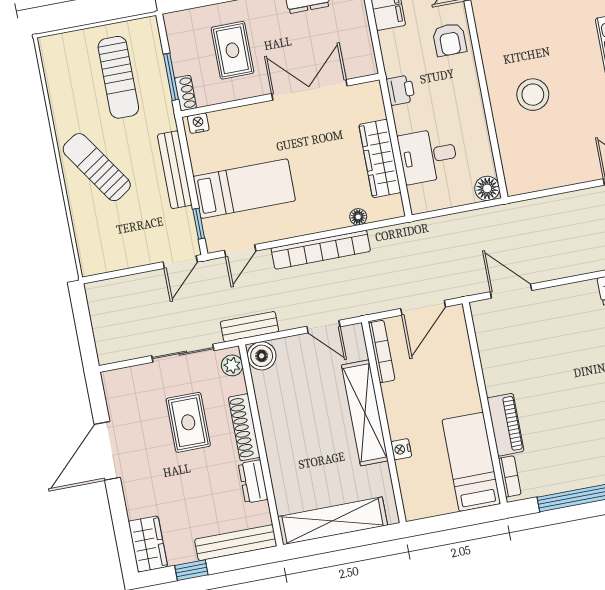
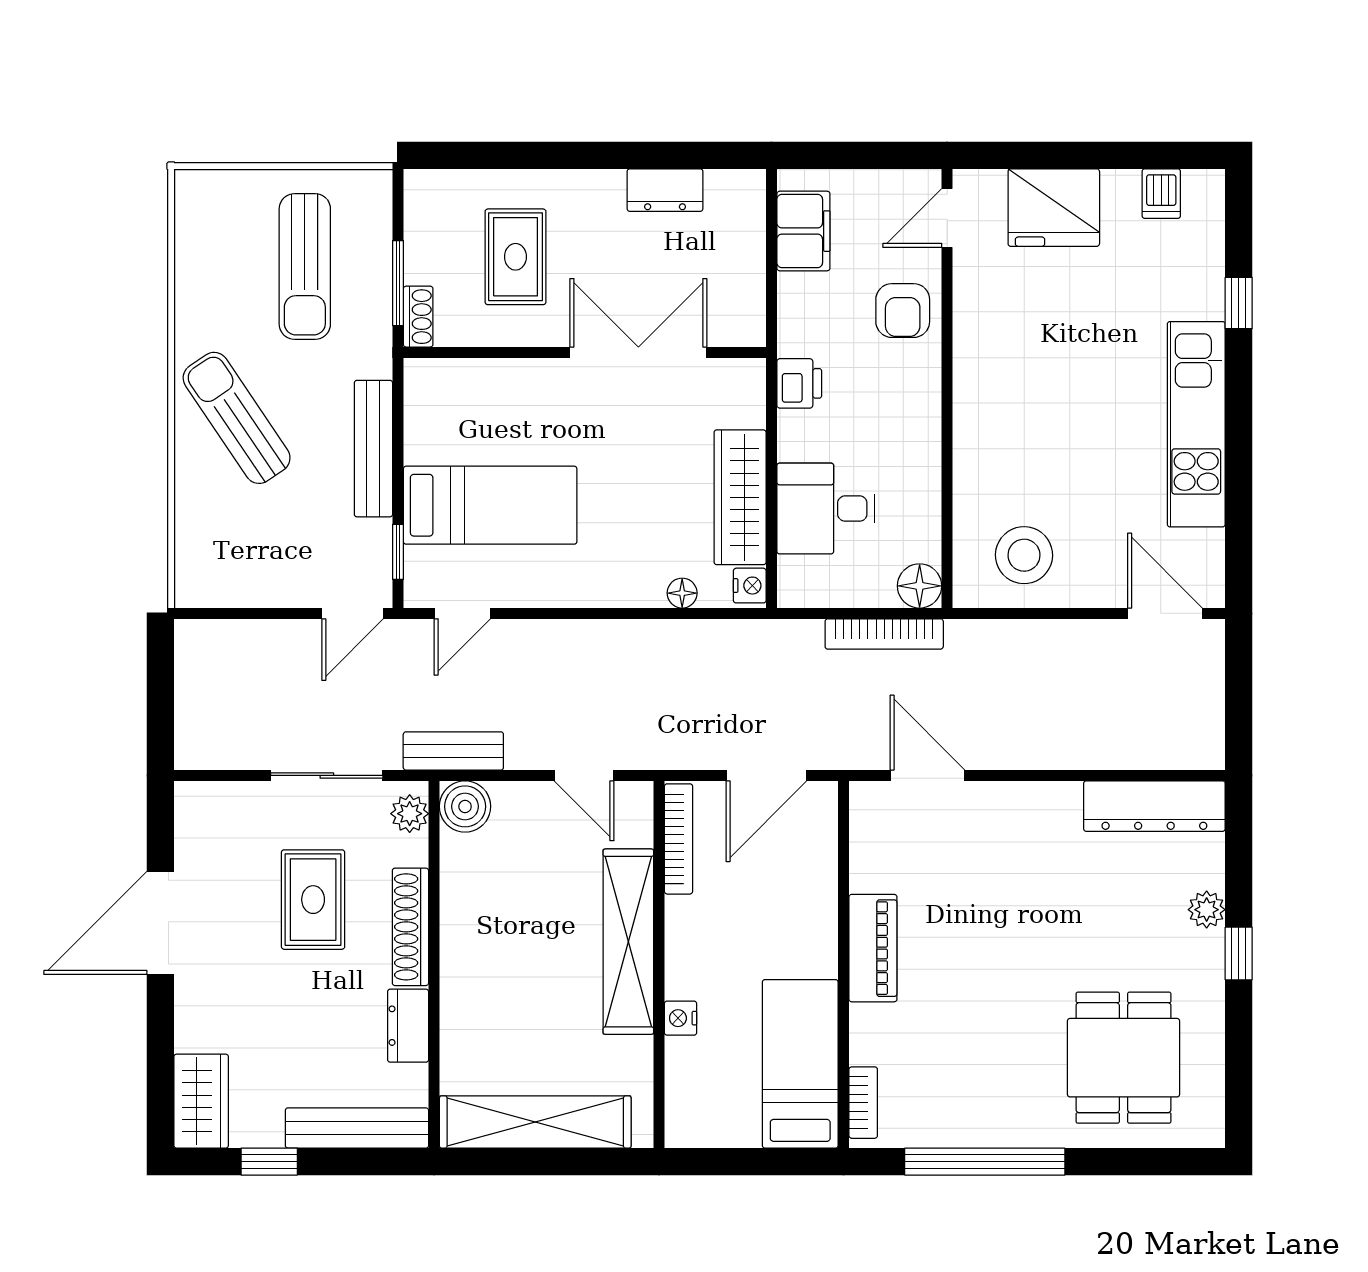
stool: (533, 95) -> (1024, 555), moved
nightstand: (198, 123) -> (750, 586), moved, turned 90
bookcase: (321, 250) -> (884, 634), moved, width x0.68, depth x0.76
piano: (505, 425) -> (873, 948), moved

